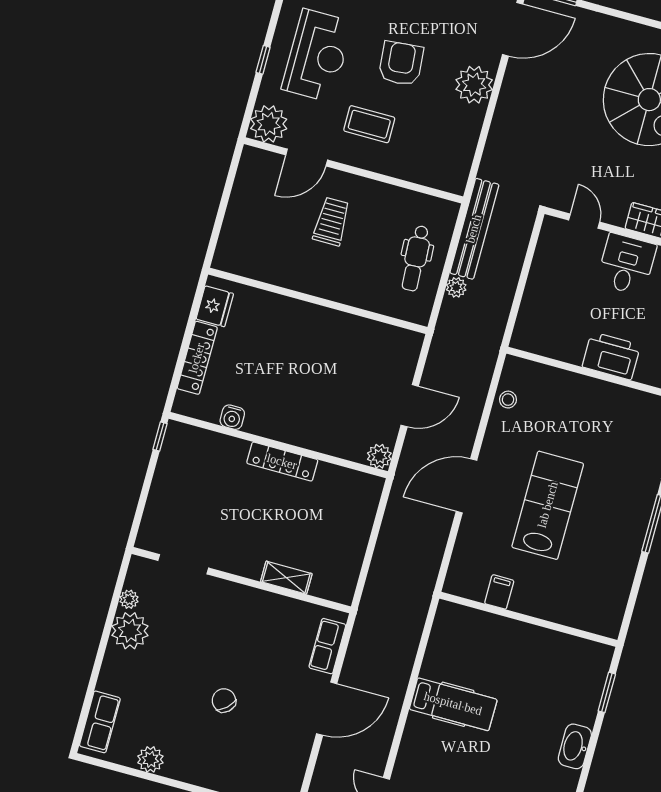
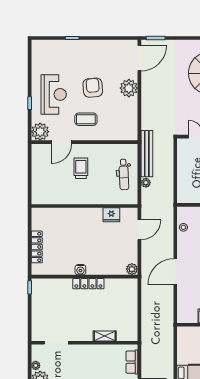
fridge: (215, 306) -> (111, 215), moved, turned 90
door: (410, 406) -> (139, 230), moved
water cooler: (232, 417) -> (80, 270), moved

